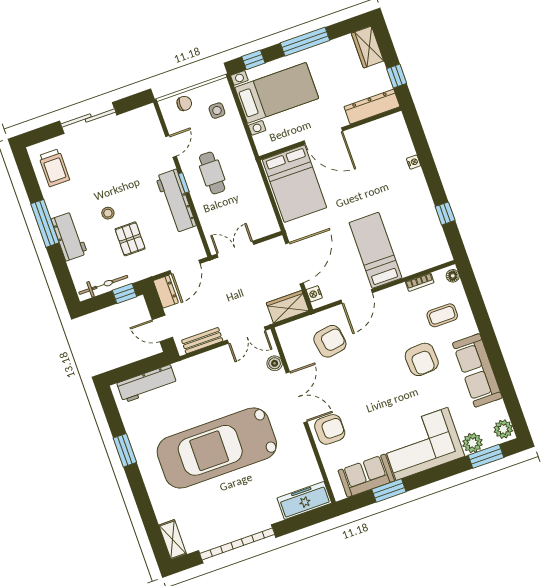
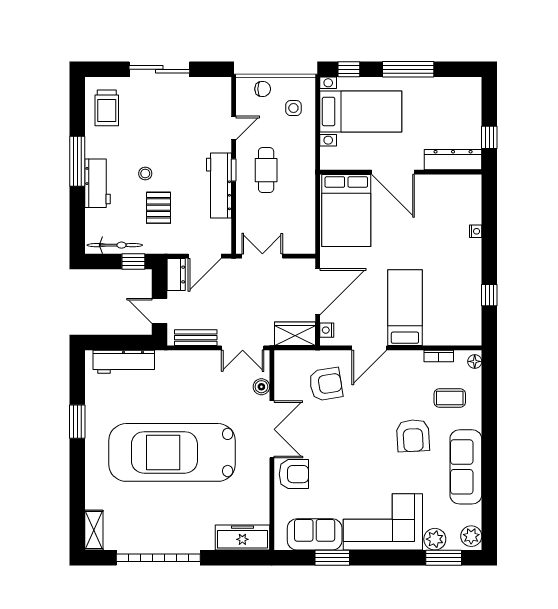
wardrobe: (368, 47) -> (470, 97), removed

